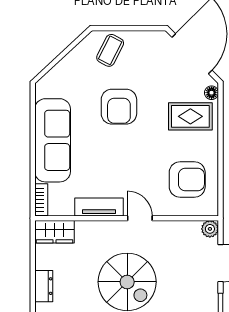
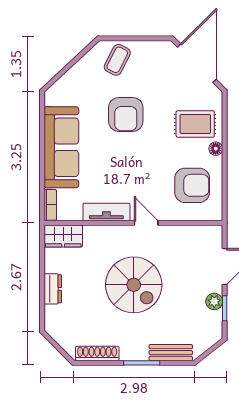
floor lamp: (212, 93) -> (216, 149), moved
plant: (210, 229) -> (214, 301), moved

